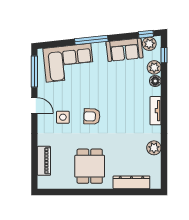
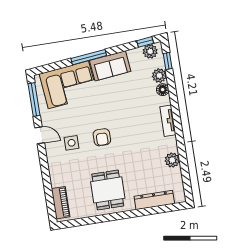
sofa: (124, 50) -> (110, 66), moved
armchair: (92, 116) -> (102, 137), turned -92
piano: (44, 161) -> (61, 203), moved

